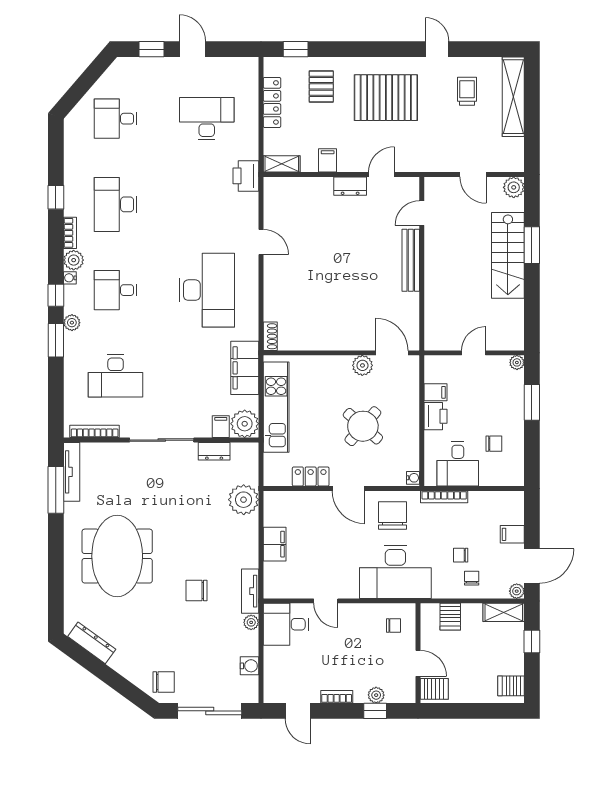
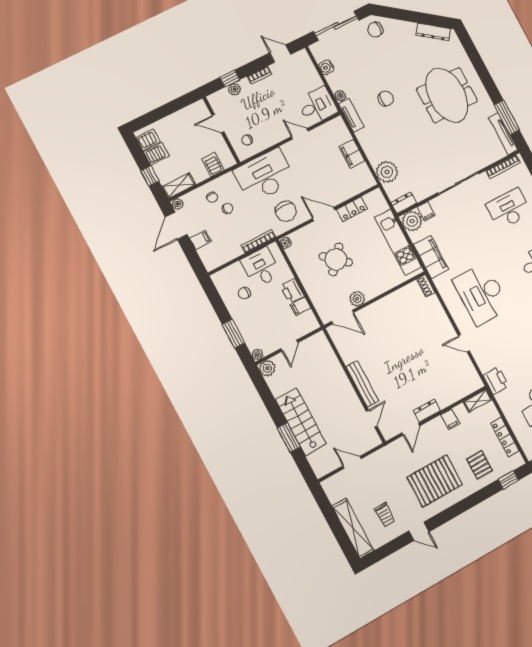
plant: (514, 187) -> (267, 368), moved
dresser: (214, 451) -> (404, 203), moved
server rack: (434, 689) -> (156, 154), moved, turned 180

